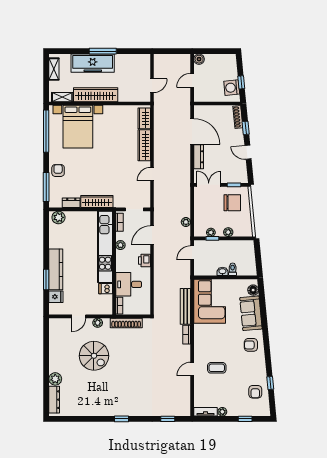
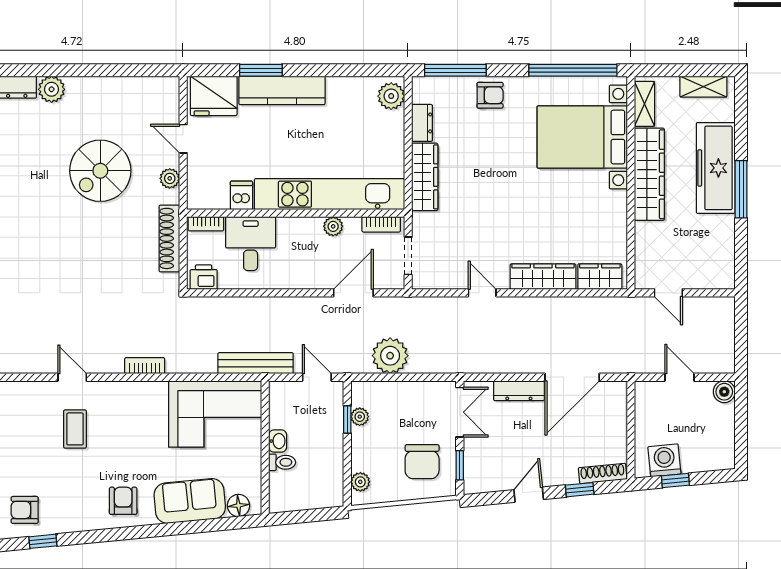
plant: (186, 222) -> (390, 356), width x1.88, depth x1.88
plant: (228, 232) -> (360, 482), moved
door: (152, 235) -> (353, 293), hinge flipped
printer: (145, 261) -> (204, 277), moved
fridge: (56, 297) -> (214, 96), width x1.88, depth x1.34
bench: (185, 306) -> (256, 363), moved

